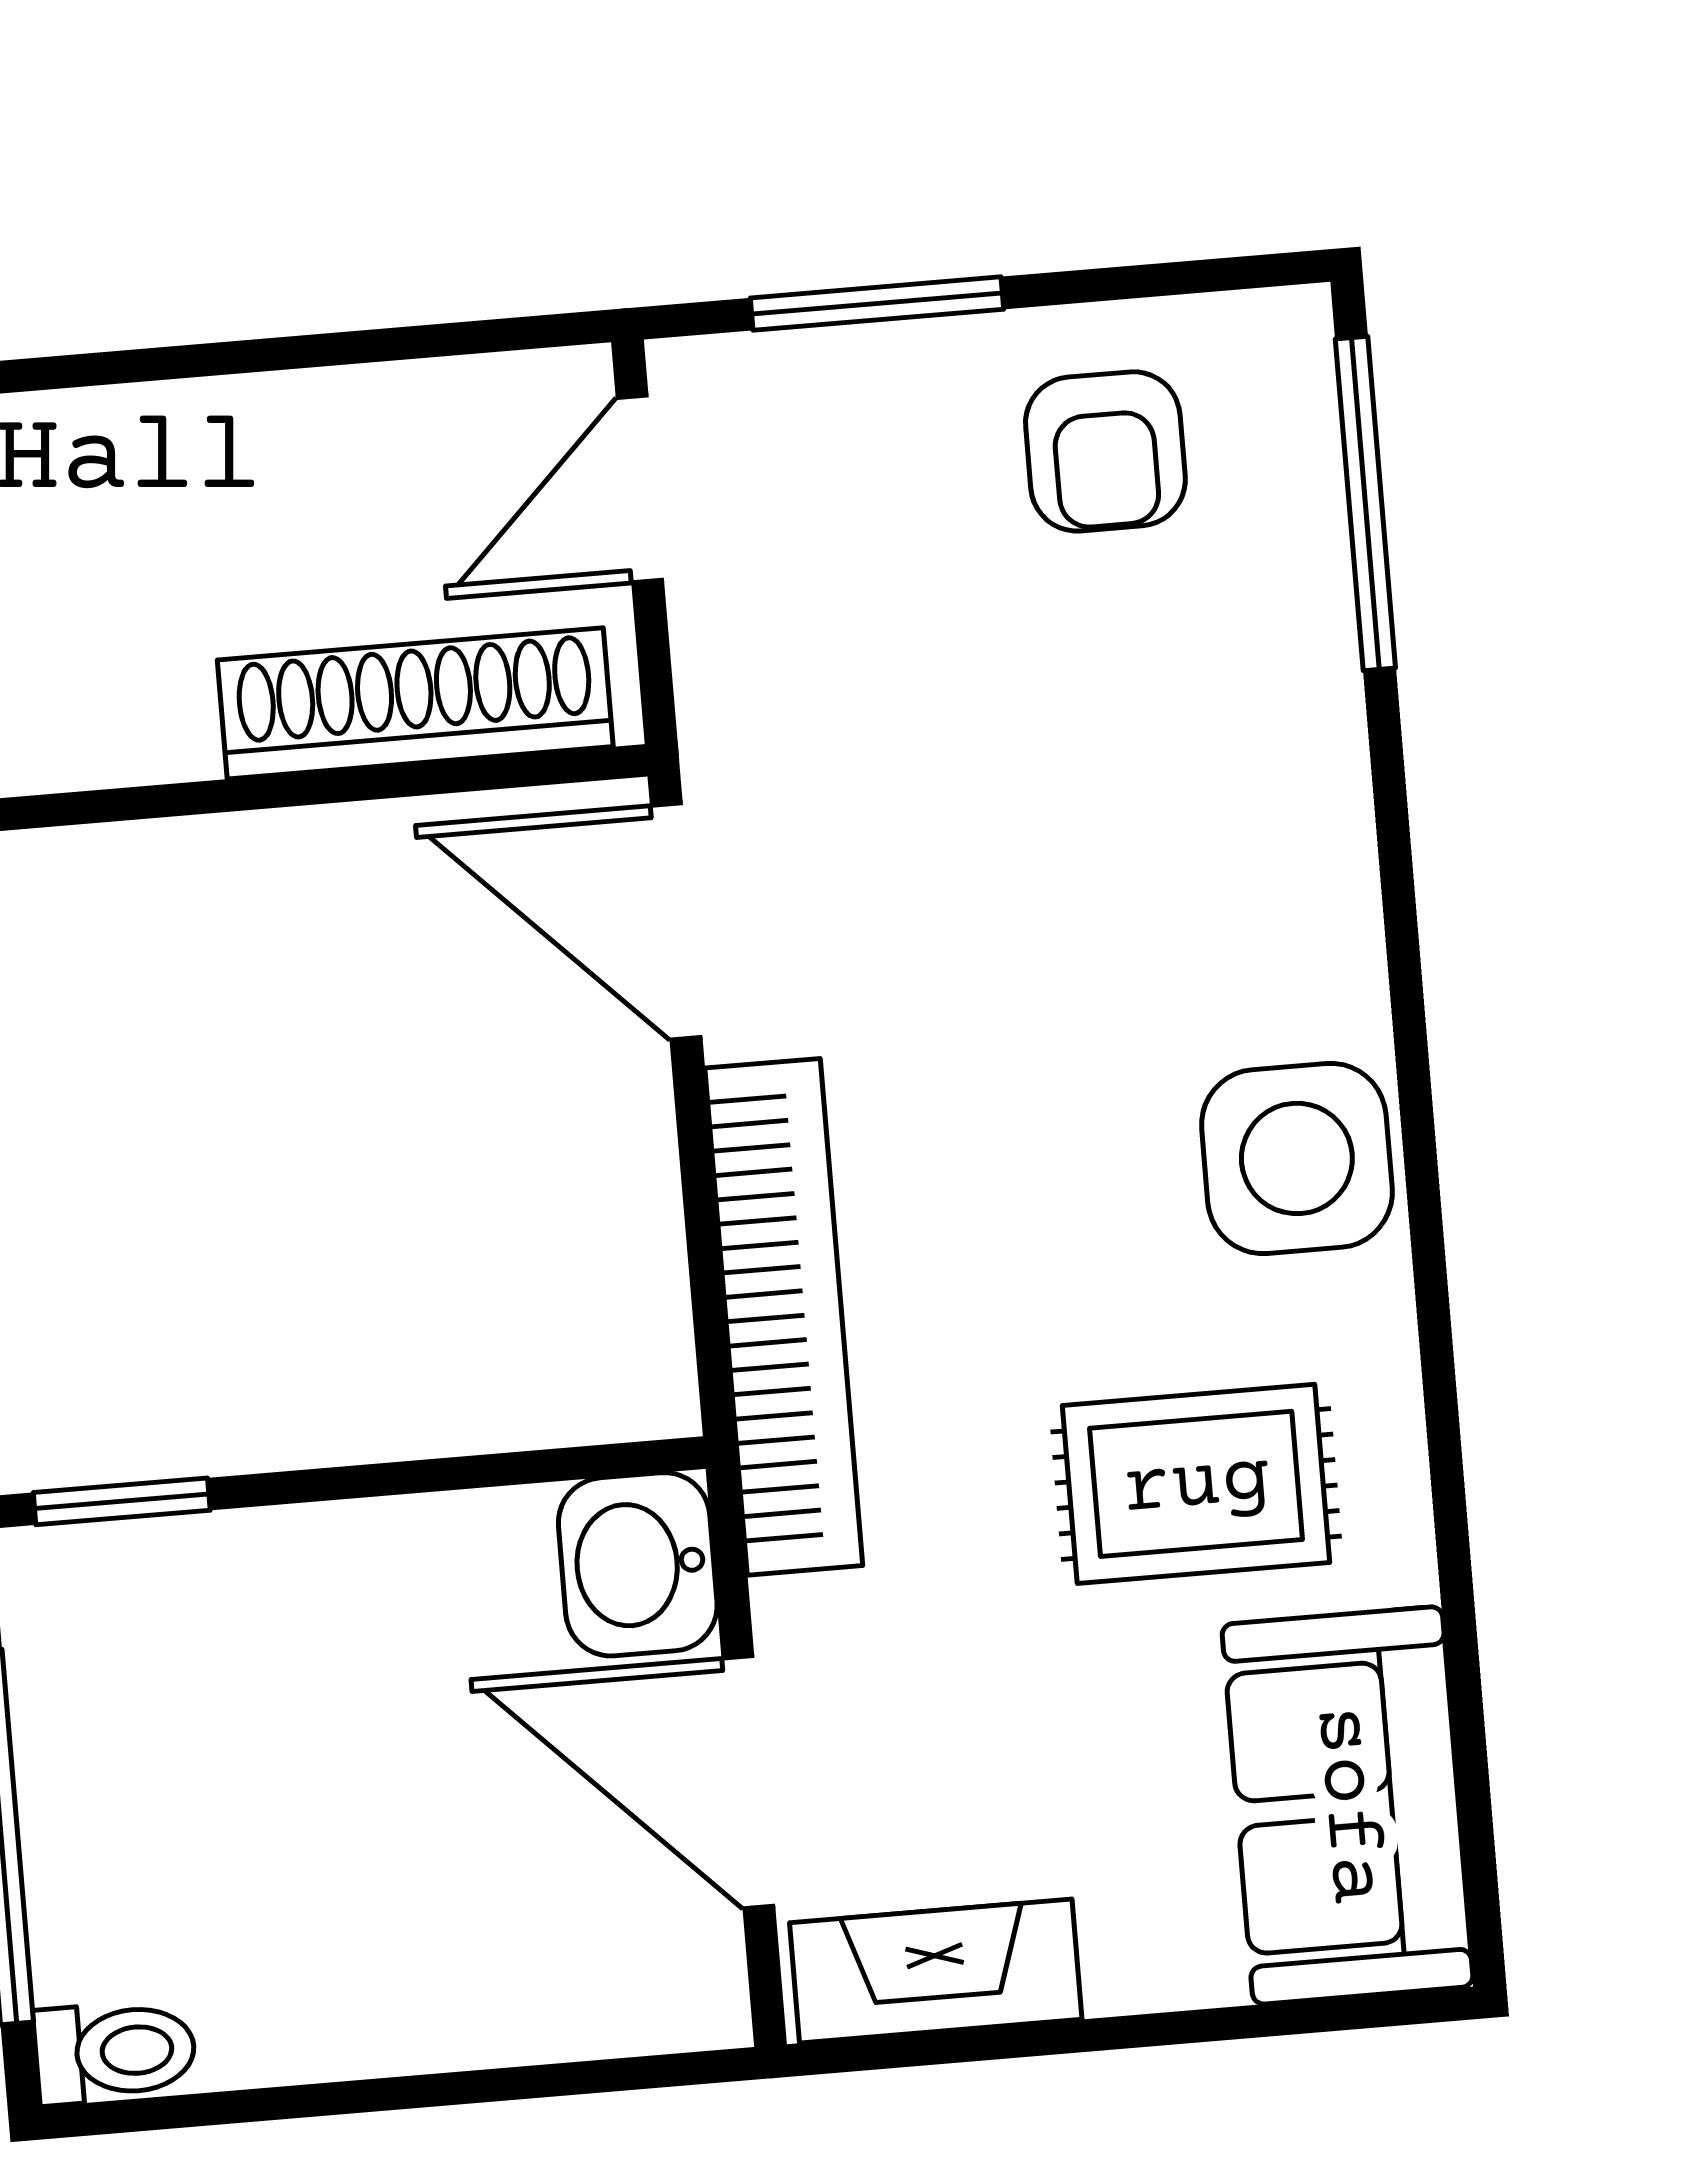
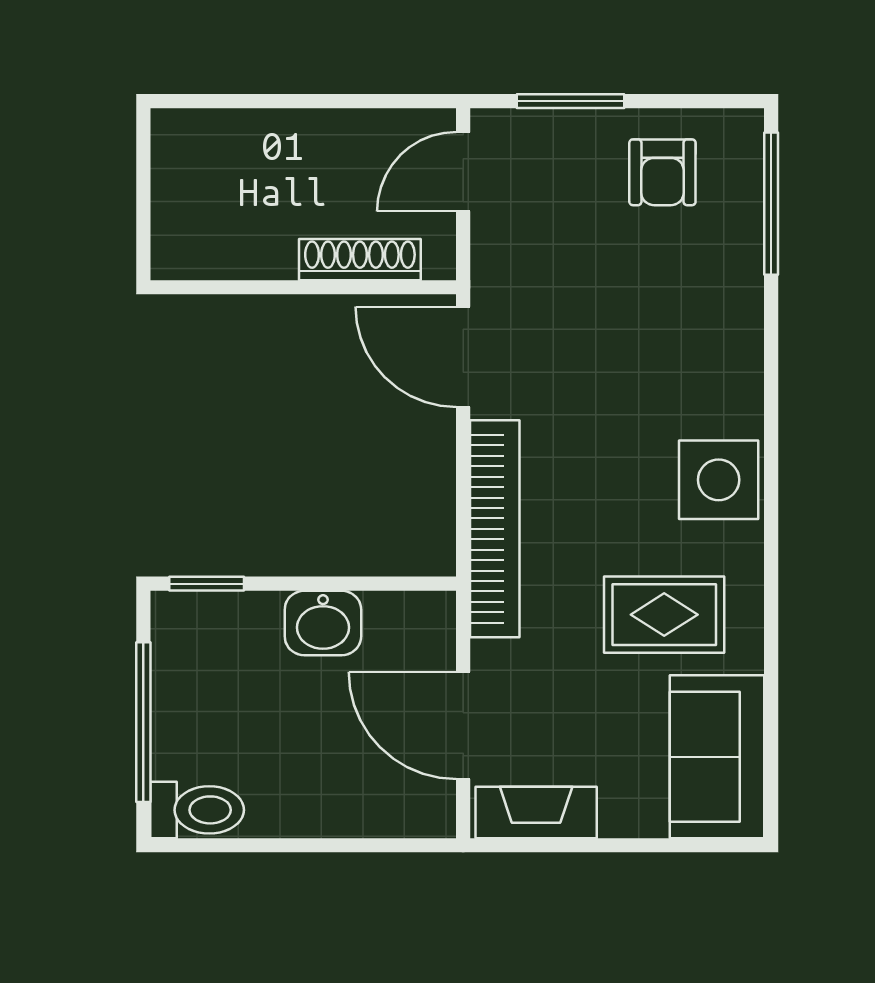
shoe rack: (415, 703) -> (360, 260), width x0.74, depth x0.81
washbasin: (638, 1564) -> (323, 623), moved, turned -90
toilet: (115, 2052) -> (197, 810), width x1.37, depth x1.39

